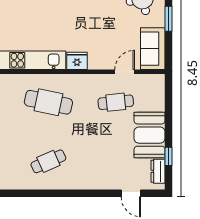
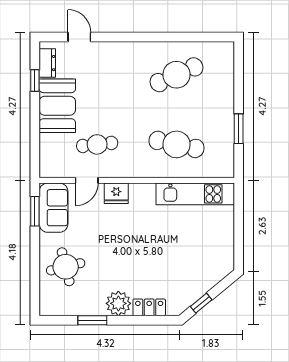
window: (168, 19) -> (35, 211), moved
fridge: (77, 61) -> (116, 193), moved
cafe table: (48, 161) -> (176, 75), width x1.37, depth x1.35

